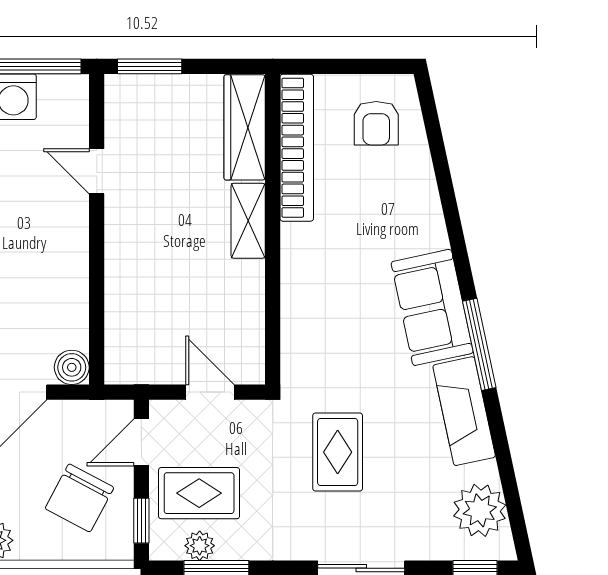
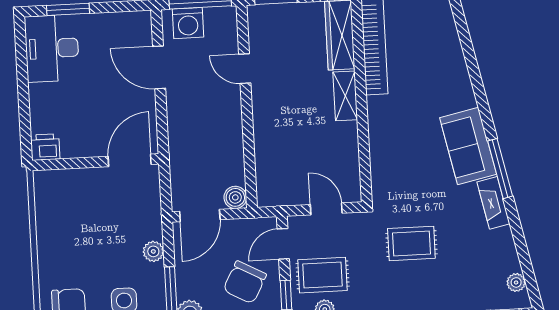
armchair: (376, 123) -> (425, 28), removed
fireplace: (464, 411) -> (493, 203), width x0.73, depth x0.76
rug: (338, 452) -> (411, 243), turned 90
plant: (480, 510) -> (516, 282), width x0.53, depth x0.53

